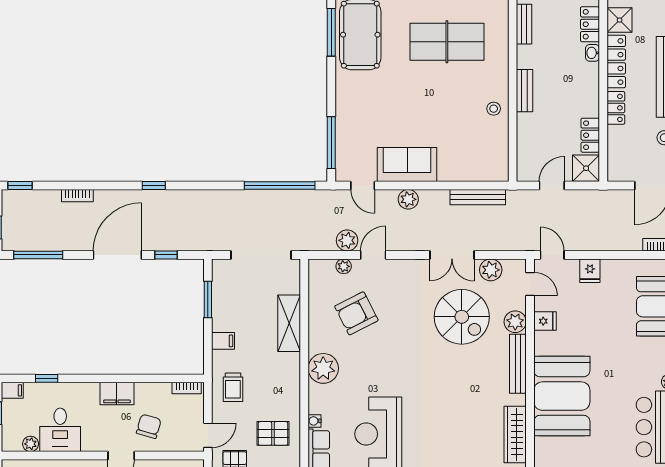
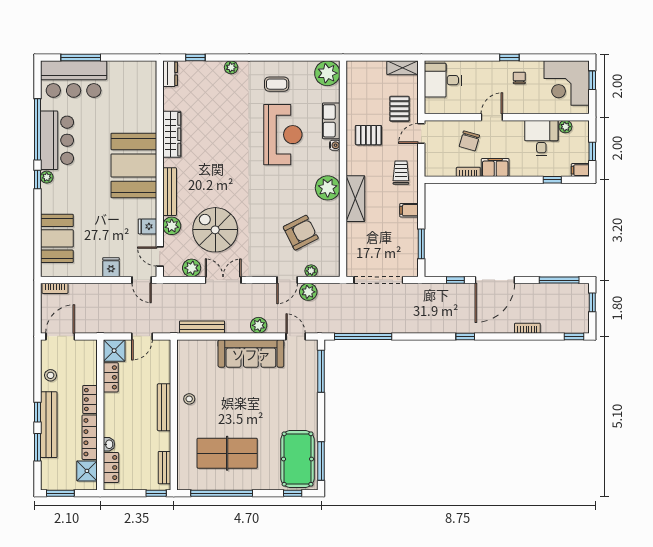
bench: (525, 91) -> (164, 407), width x1.36
sofa: (407, 165) -> (251, 354), width x1.36
shelving: (289, 323) -> (355, 199), moved
bookcase: (187, 388) -> (468, 172), moved

